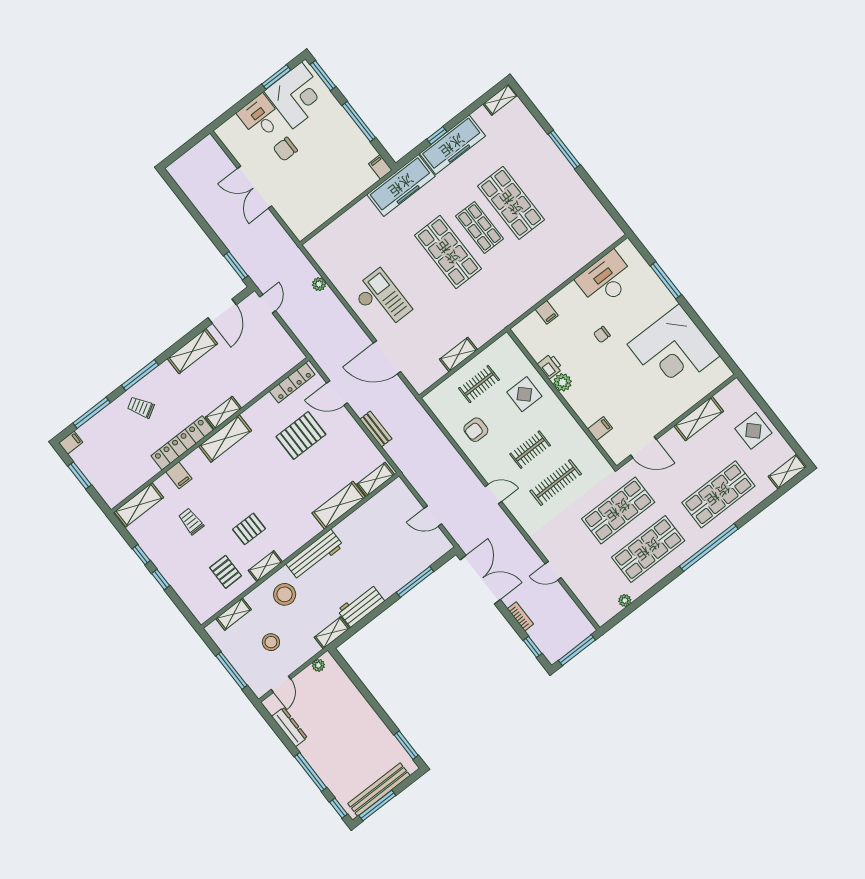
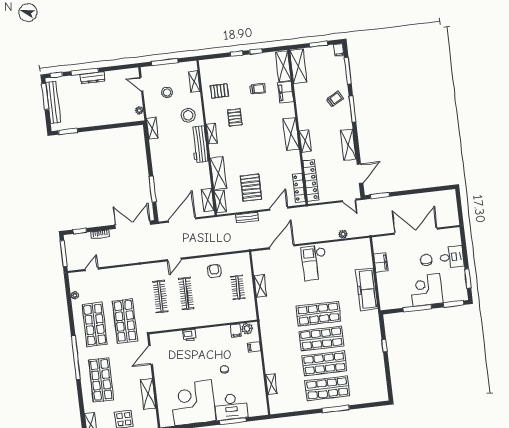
corner desk: (297, 95) -> (426, 290), moved, turned 90
shelving: (500, 100) -> (271, 384), moved
freezer: (452, 145) -> (374, 351), removed
filing cabinet: (380, 167) -> (381, 262), moved, width x2.00
shop shelf: (543, 178) -> (327, 388), added
freezer: (401, 185) -> (367, 289), moved
double door: (255, 187) -> (416, 231), width x1.36
shop shelf: (479, 227) -> (321, 339), width x1.43, depth x1.36
desk: (606, 279) -> (231, 407), moved, turned 90
checkout: (382, 300) -> (314, 263), turned 90
door: (222, 311) -> (360, 174), swing flipped
printer: (550, 366) -> (189, 335), moved
plant: (563, 382) -> (247, 329), moved
display table: (524, 394) -> (218, 308), removed
filing cabinet: (600, 429) -> (236, 331), moved
pallet: (301, 435) -> (251, 188), moved
locker: (182, 443) -> (311, 180), moved
clothes rail: (530, 450) -> (186, 294), width x1.36
filing cabinet: (179, 475) -> (286, 92), width x2.00
shelving: (126, 484) -> (298, 66), added
shelving: (384, 498) -> (208, 200), added
door: (433, 516) -> (182, 220), width x1.87
shelving: (265, 566) -> (212, 134), moved
door: (553, 571) -> (92, 269), moved
double door: (480, 580) -> (133, 225), swing flipped
workbench: (361, 606) -> (157, 153), removed
dresser: (289, 727) -> (93, 78), moved

